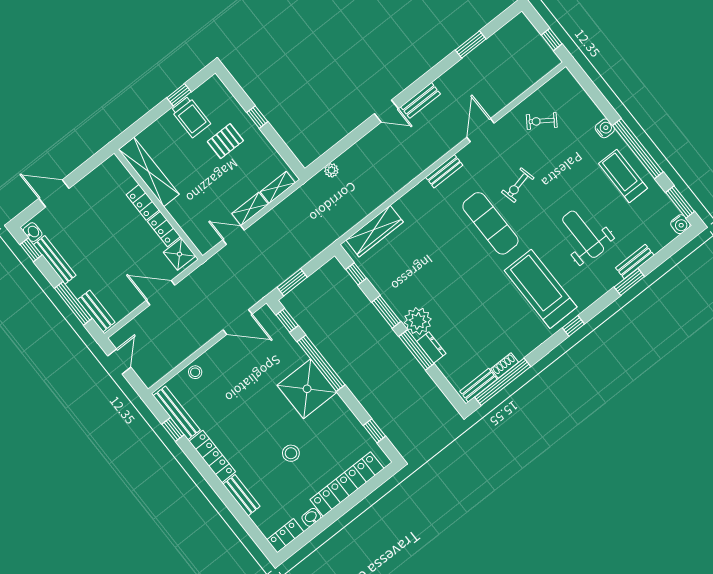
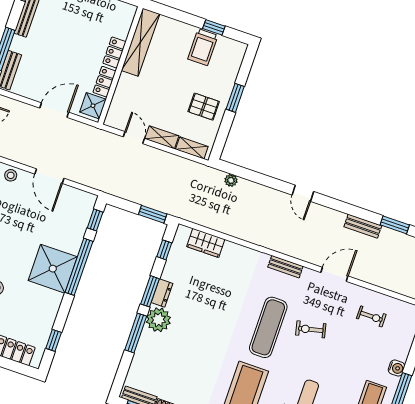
bench: (421, 100) -> (363, 226), moved
window: (257, 117) -> (235, 98), width x1.50
exercise bike: (542, 121) -> (371, 316), turned 146
pallet: (225, 141) -> (204, 107), moved
wardrobe: (375, 231) -> (206, 243), width x0.67
window: (292, 282) -> (153, 214), moved
door: (161, 293) -> (54, 110), hinge flipped
door: (238, 322) -> (49, 176), moved
dresser: (431, 347) -> (162, 293), moved

